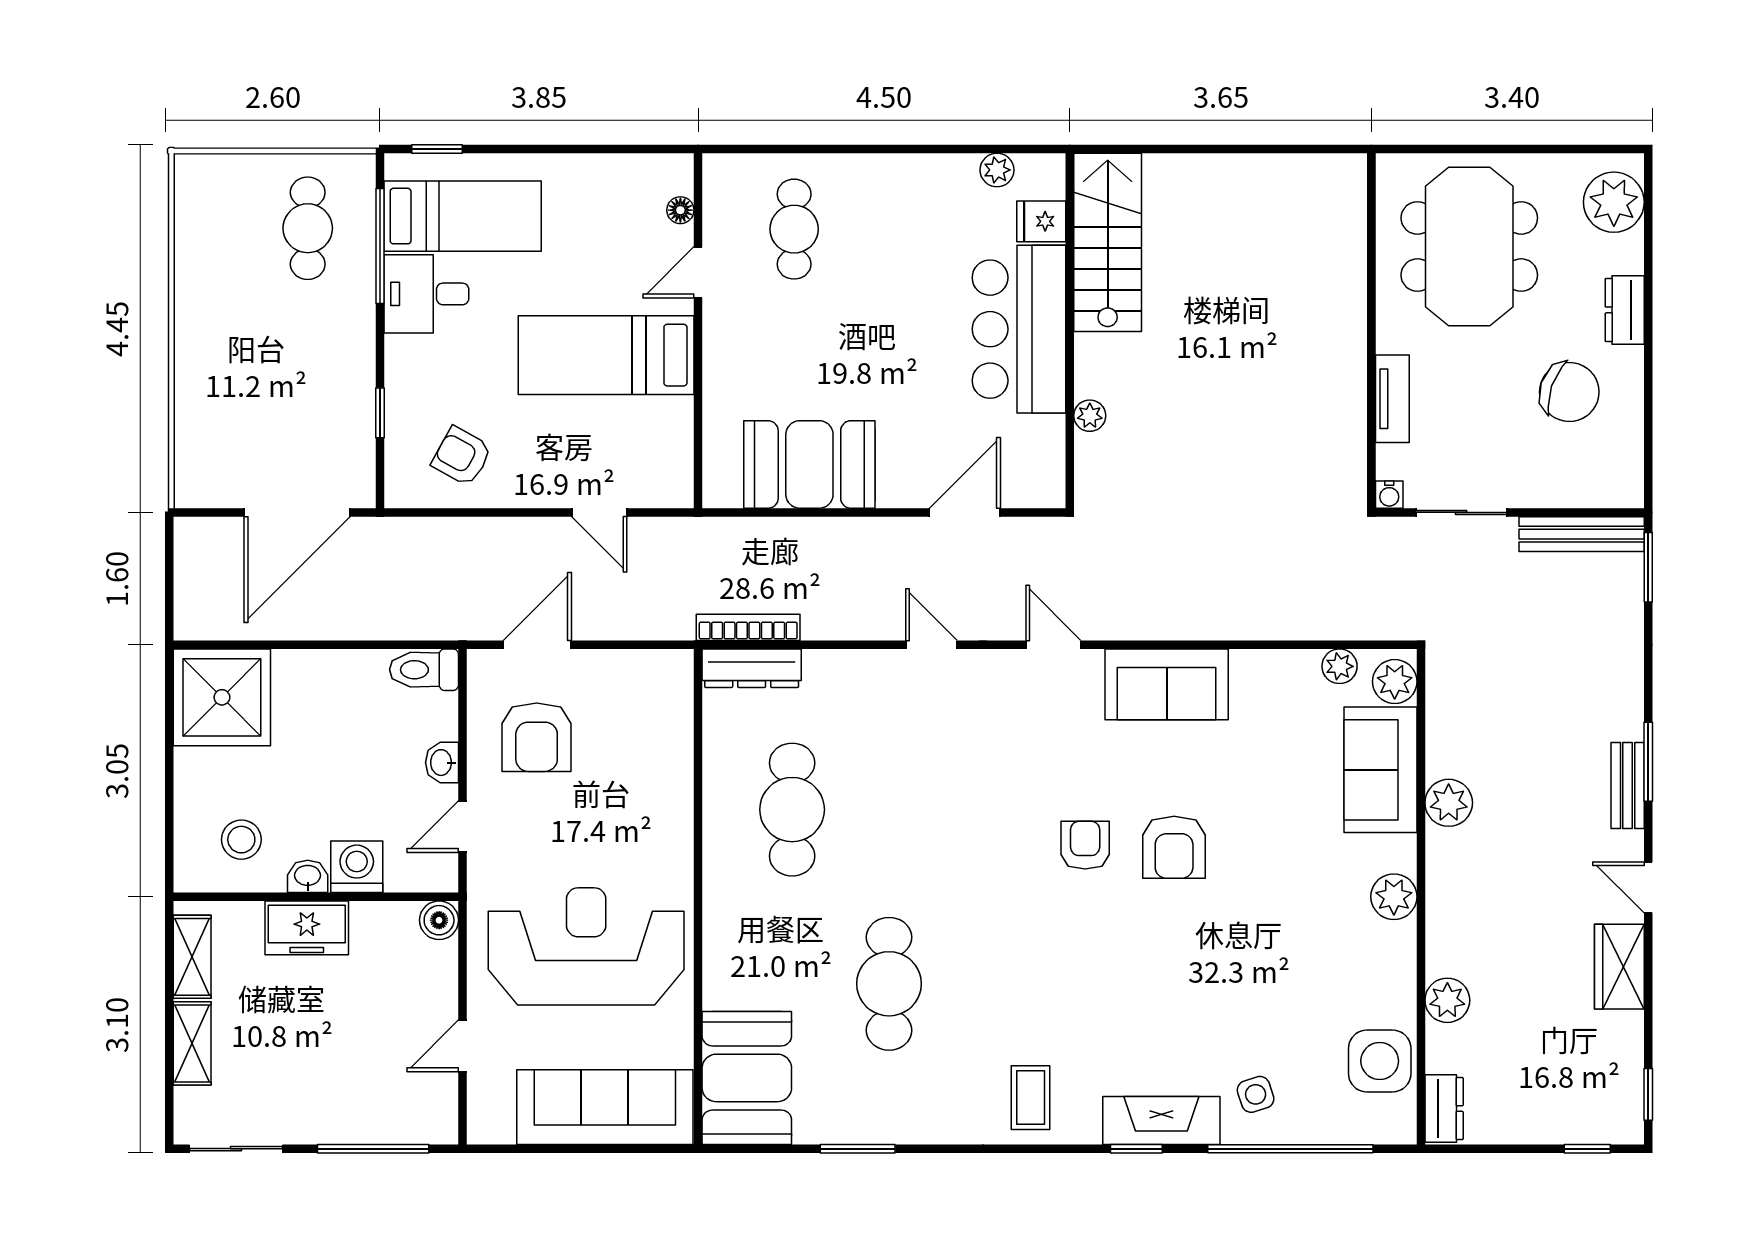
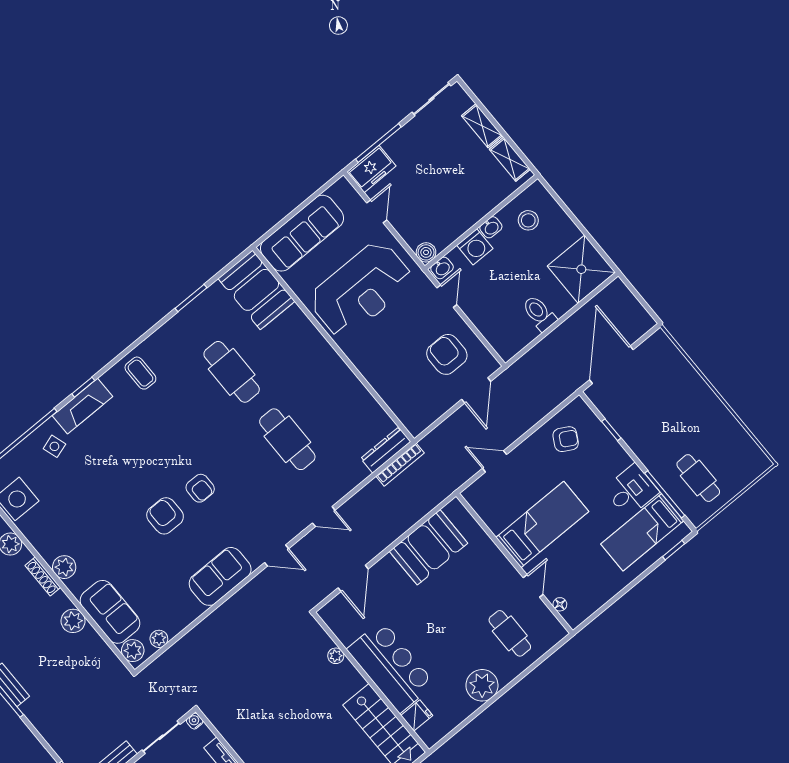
plant: (997, 170) -> (482, 685), moved, width x1.88, depth x1.88
toilet: (424, 670) -> (539, 313), moved, turned -90
washbasin: (442, 763) -> (442, 268), moved, turned 90
cafe table: (792, 810) -> (287, 439), moved
shoe rack: (1439, 910) -> (43, 576), added
freezer: (307, 928) -> (371, 169), moved, turned 180

